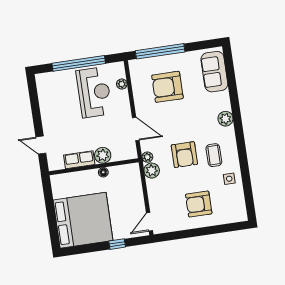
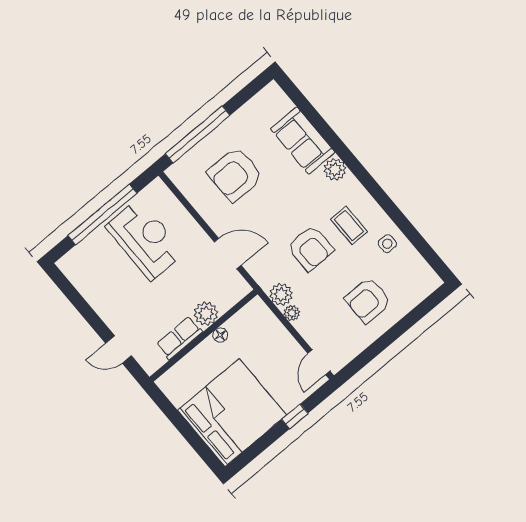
sofa: (214, 72) -> (303, 141), moved
plant: (122, 84) -> (174, 207), removed
plant: (147, 157) -> (292, 313), moved

